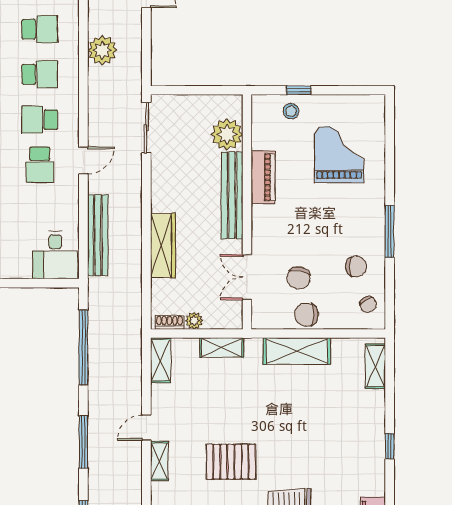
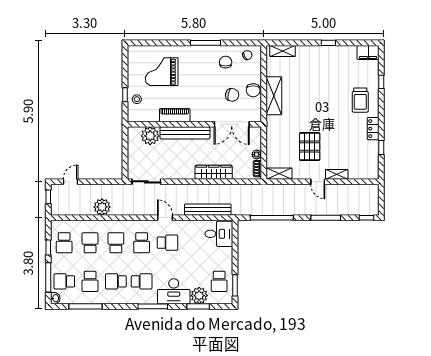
double door: (247, 277) -> (232, 124), width x1.37
shelving: (222, 348) -> (272, 139), removed
pallet: (231, 462) -> (310, 147), moved

